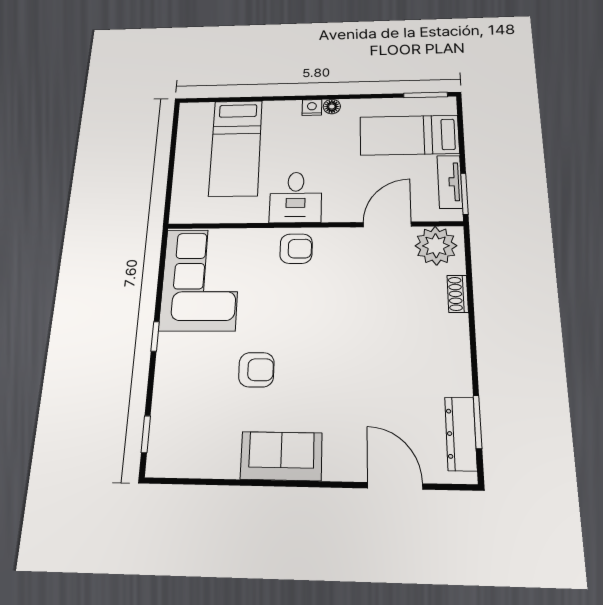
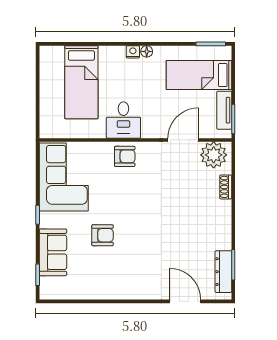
sofa: (281, 456) -> (53, 252), moved, turned 90

